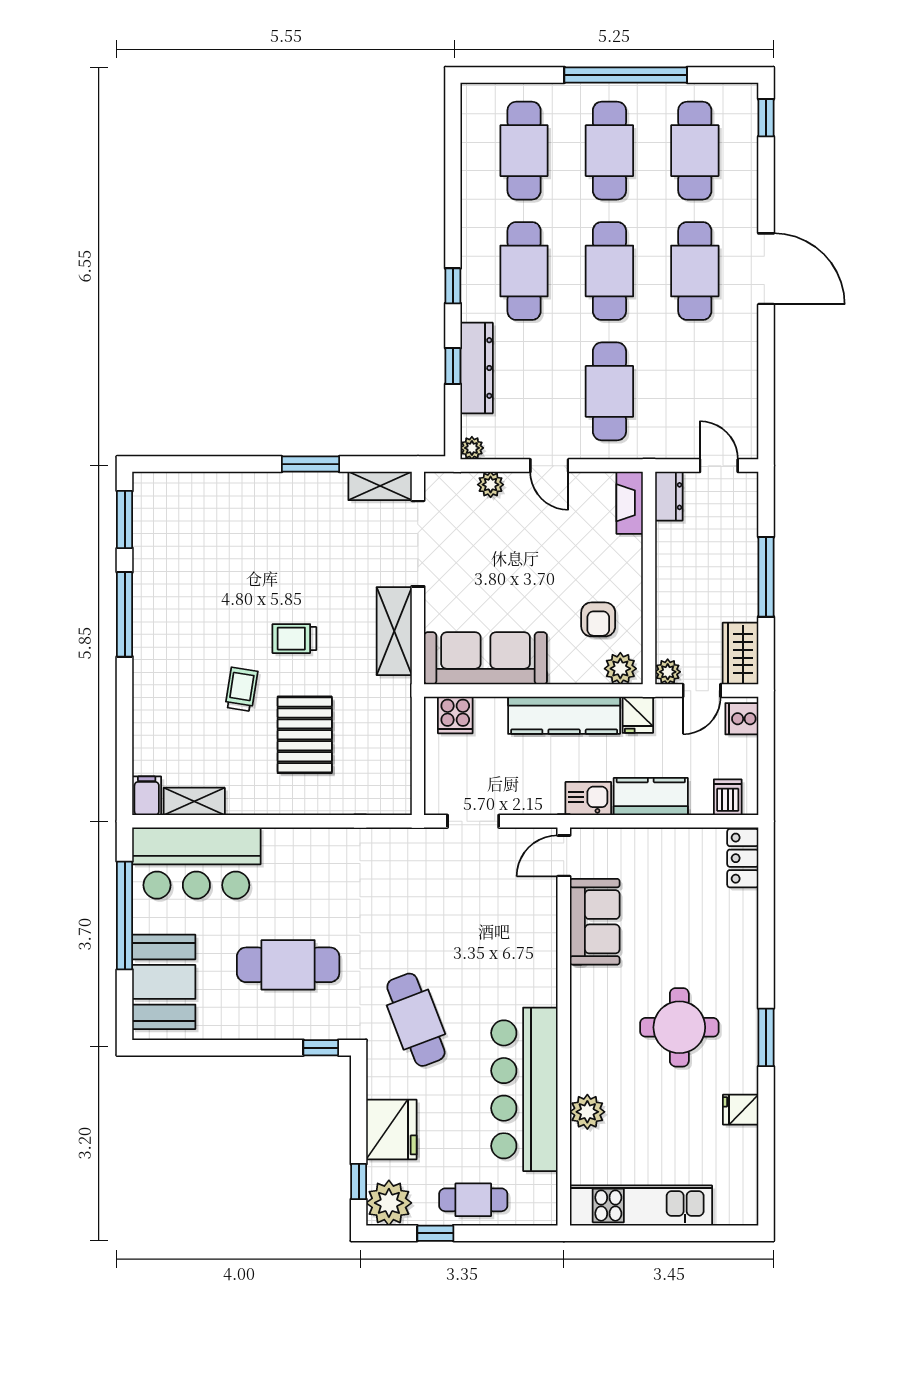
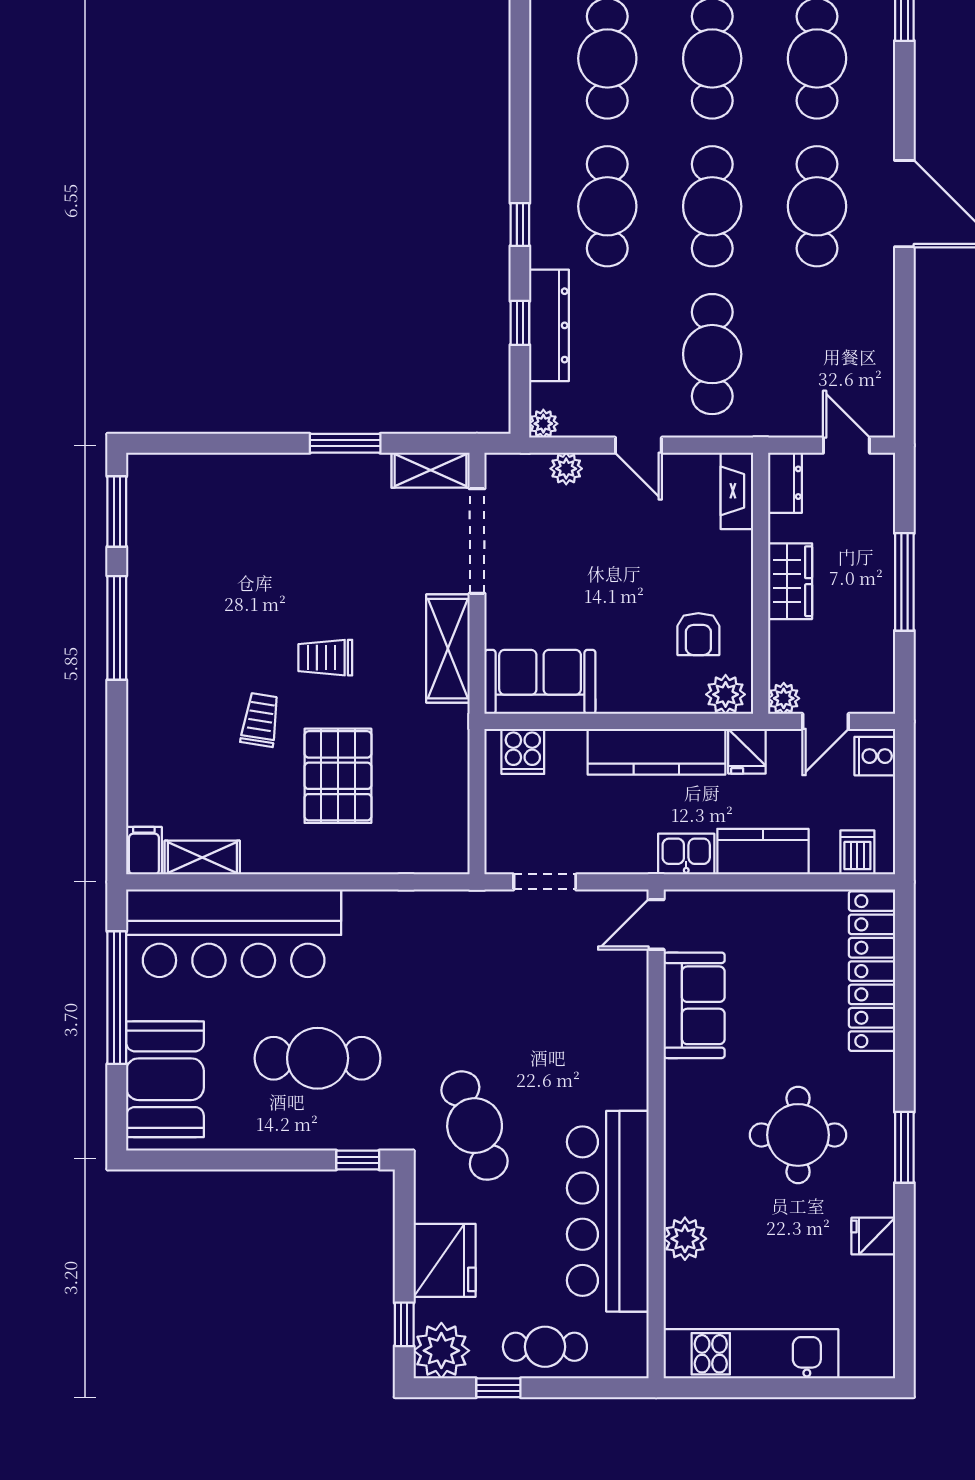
wardrobe: (740, 654) -> (790, 581), moved, turned 180
sofa: (486, 658) -> (540, 682), width x0.73
locker: (743, 858) -> (872, 971), width x2.16, depth x1.21
bar counter: (196, 863) -> (234, 933), width x1.36

